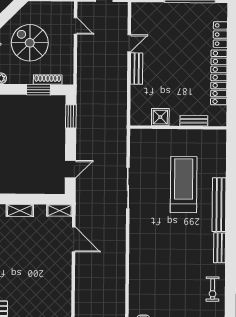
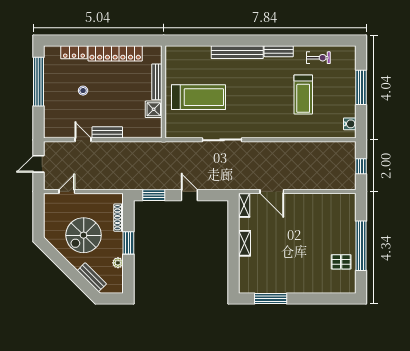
stool: (180, 44) -> (83, 91), added
window: (38, 90) -> (128, 243), moved
bench: (194, 121) -> (157, 82), width x1.36
door: (70, 169) -> (189, 195), moved
treadmill: (184, 185) -> (198, 97), moved, turned 180
door: (74, 239) -> (272, 191), swing flipped
treadmill: (174, 273) -> (303, 94), added

